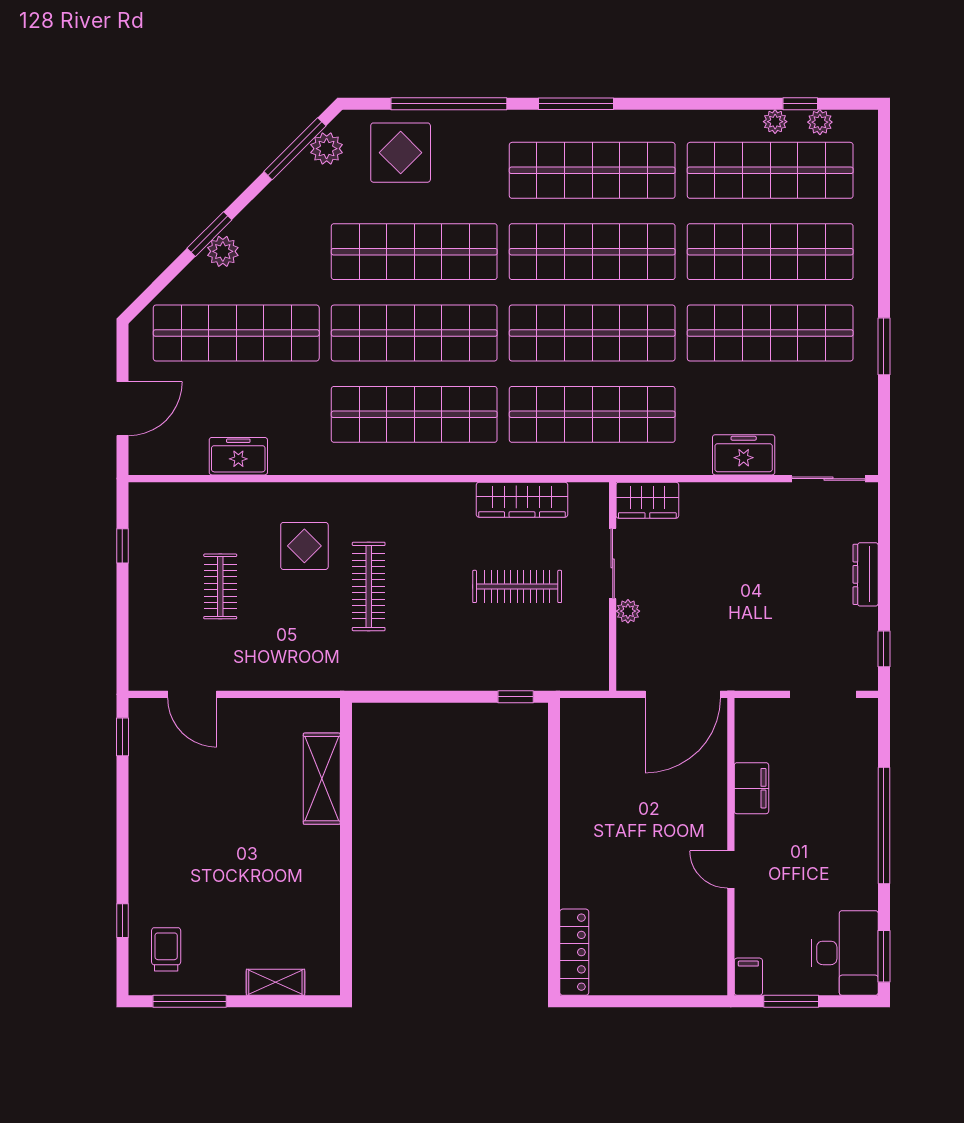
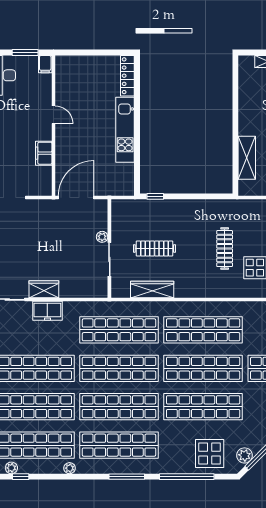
plant: (775, 122) -> (70, 468), moved
wardrobe: (647, 500) -> (44, 289), moved
kitchen unit: (579, 838) -> (125, 130), added

